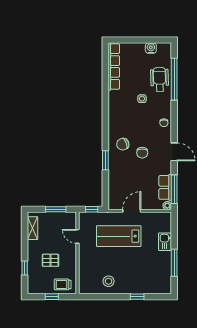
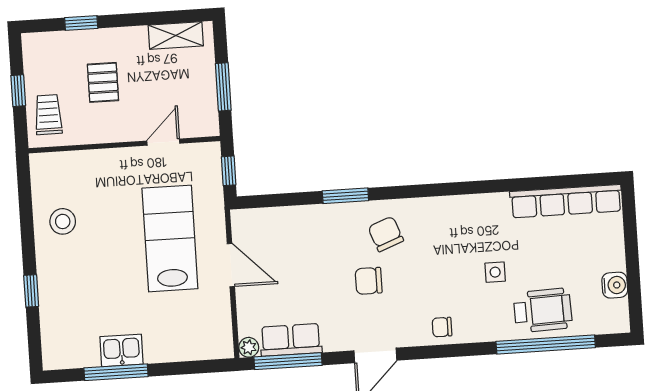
kitchen sink: (165, 242) -> (121, 350), moved

